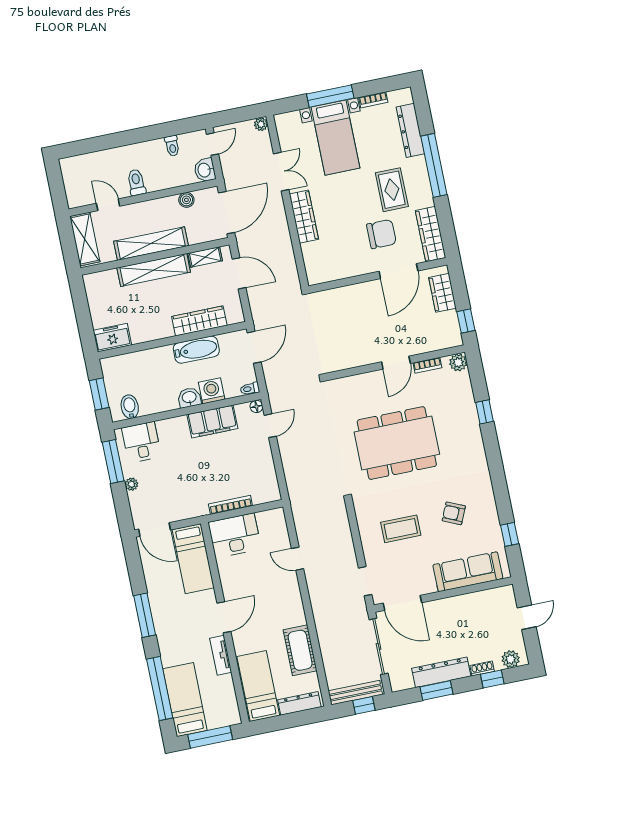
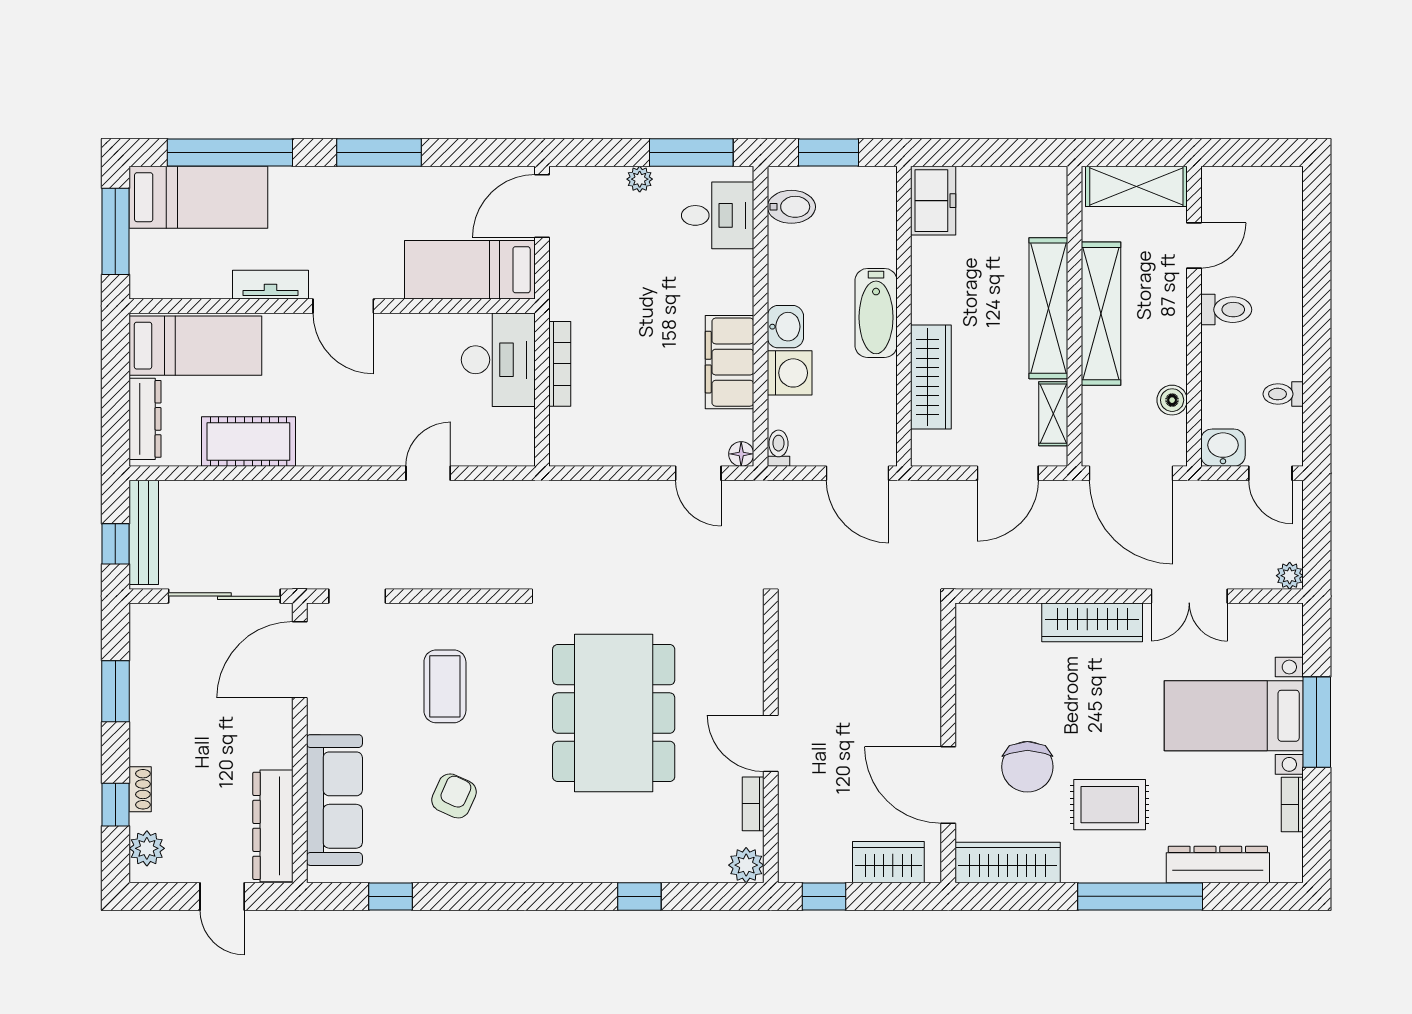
bathtub: (196, 350) -> (876, 313), moved
dresser: (441, 672) -> (273, 826), moved, turned 180

